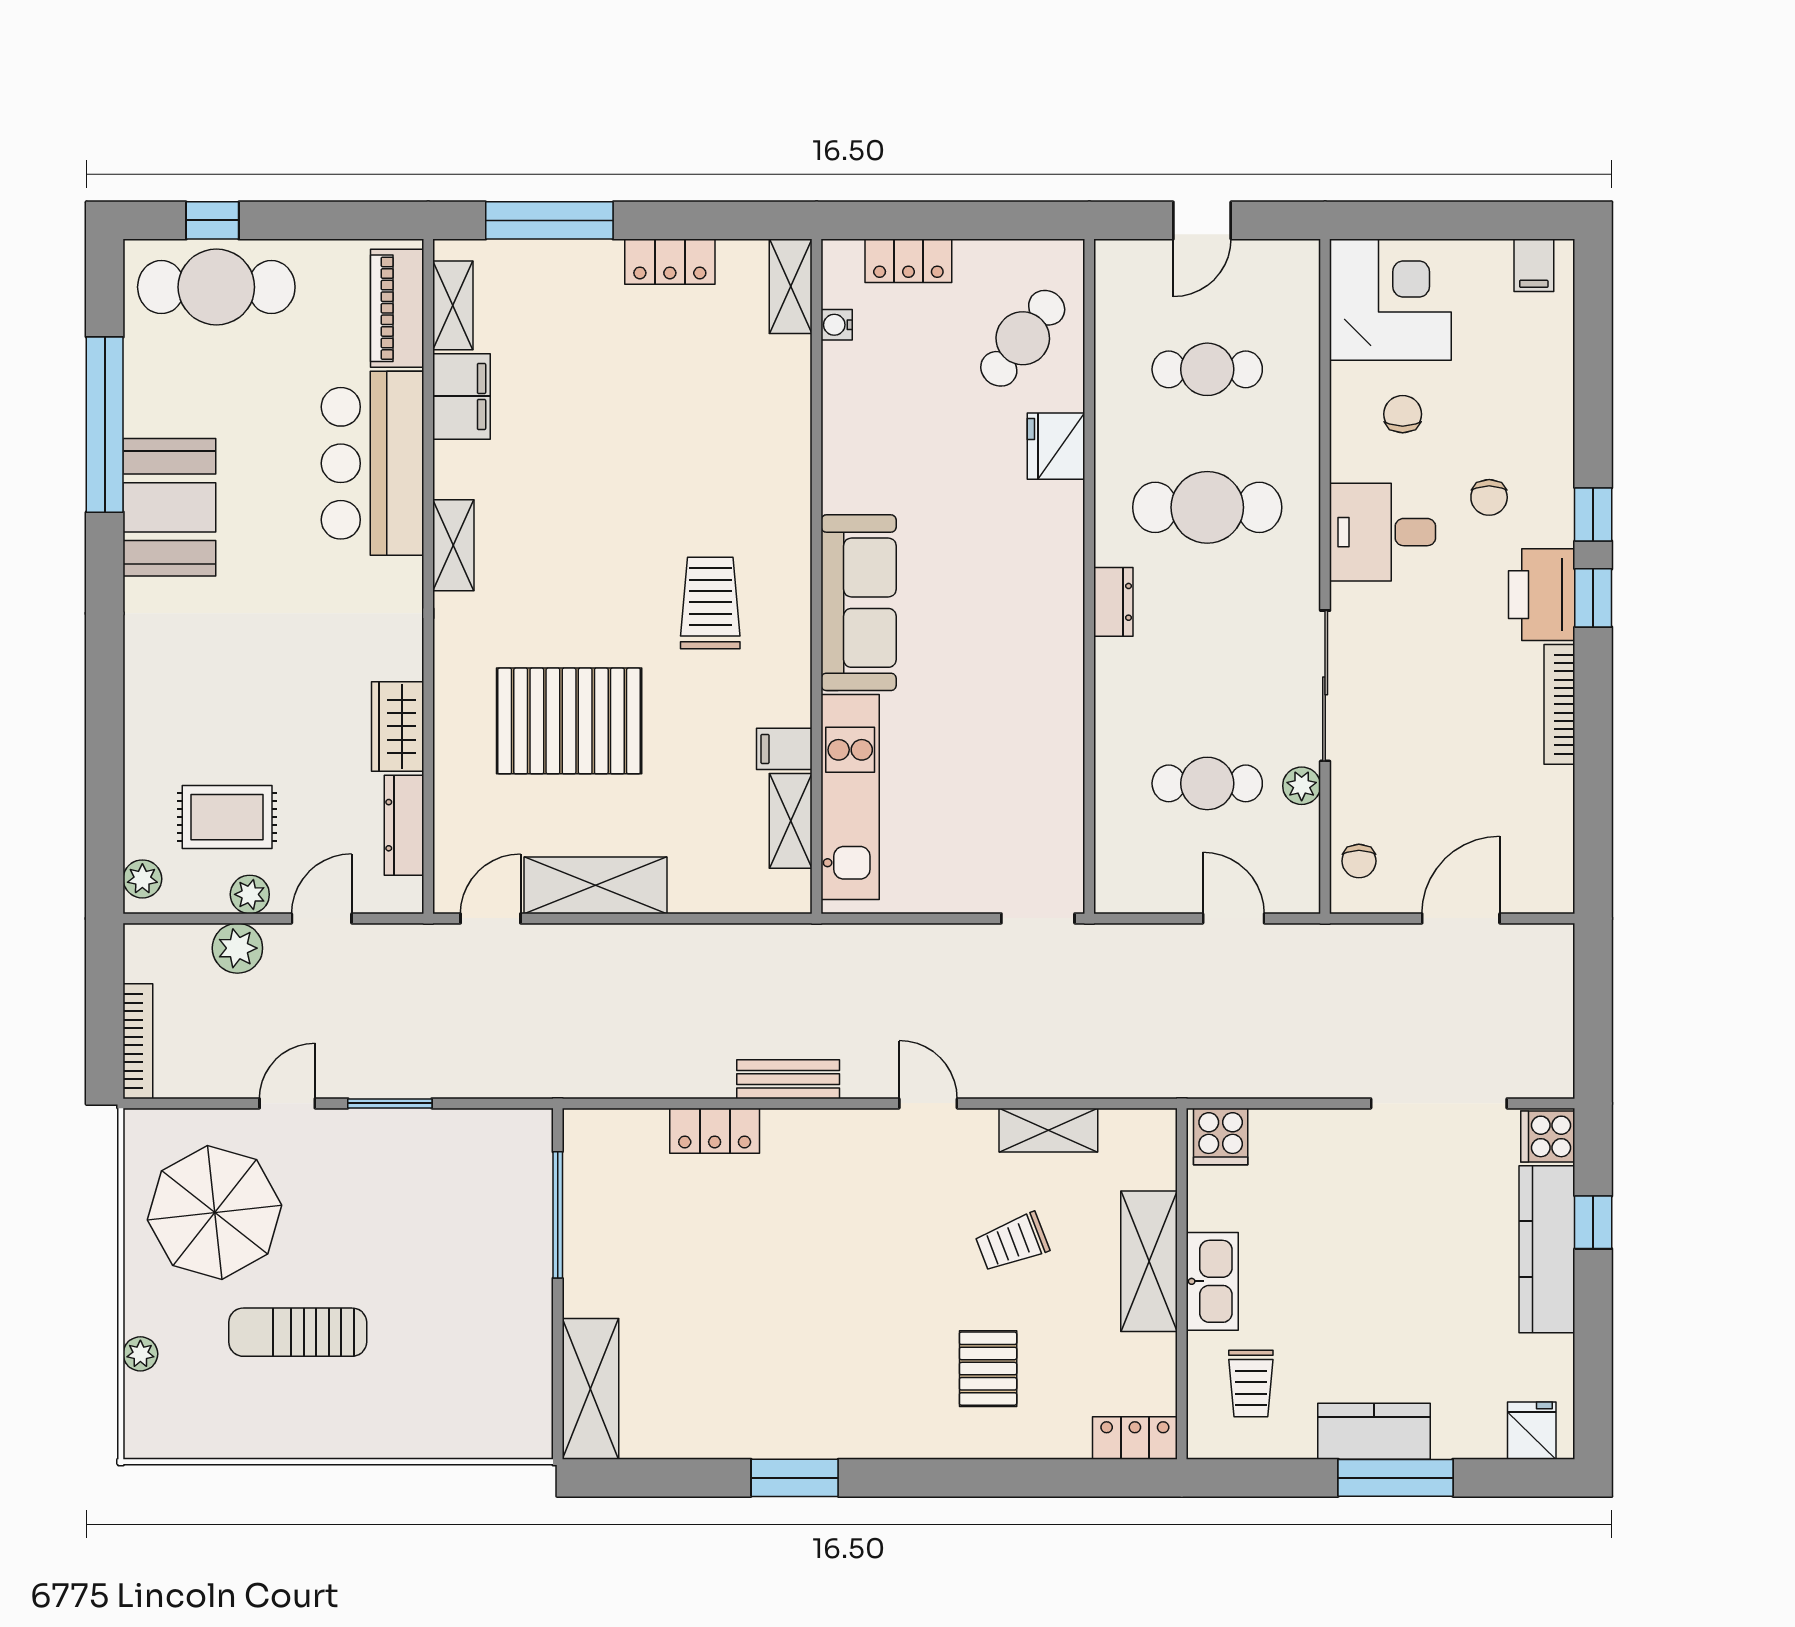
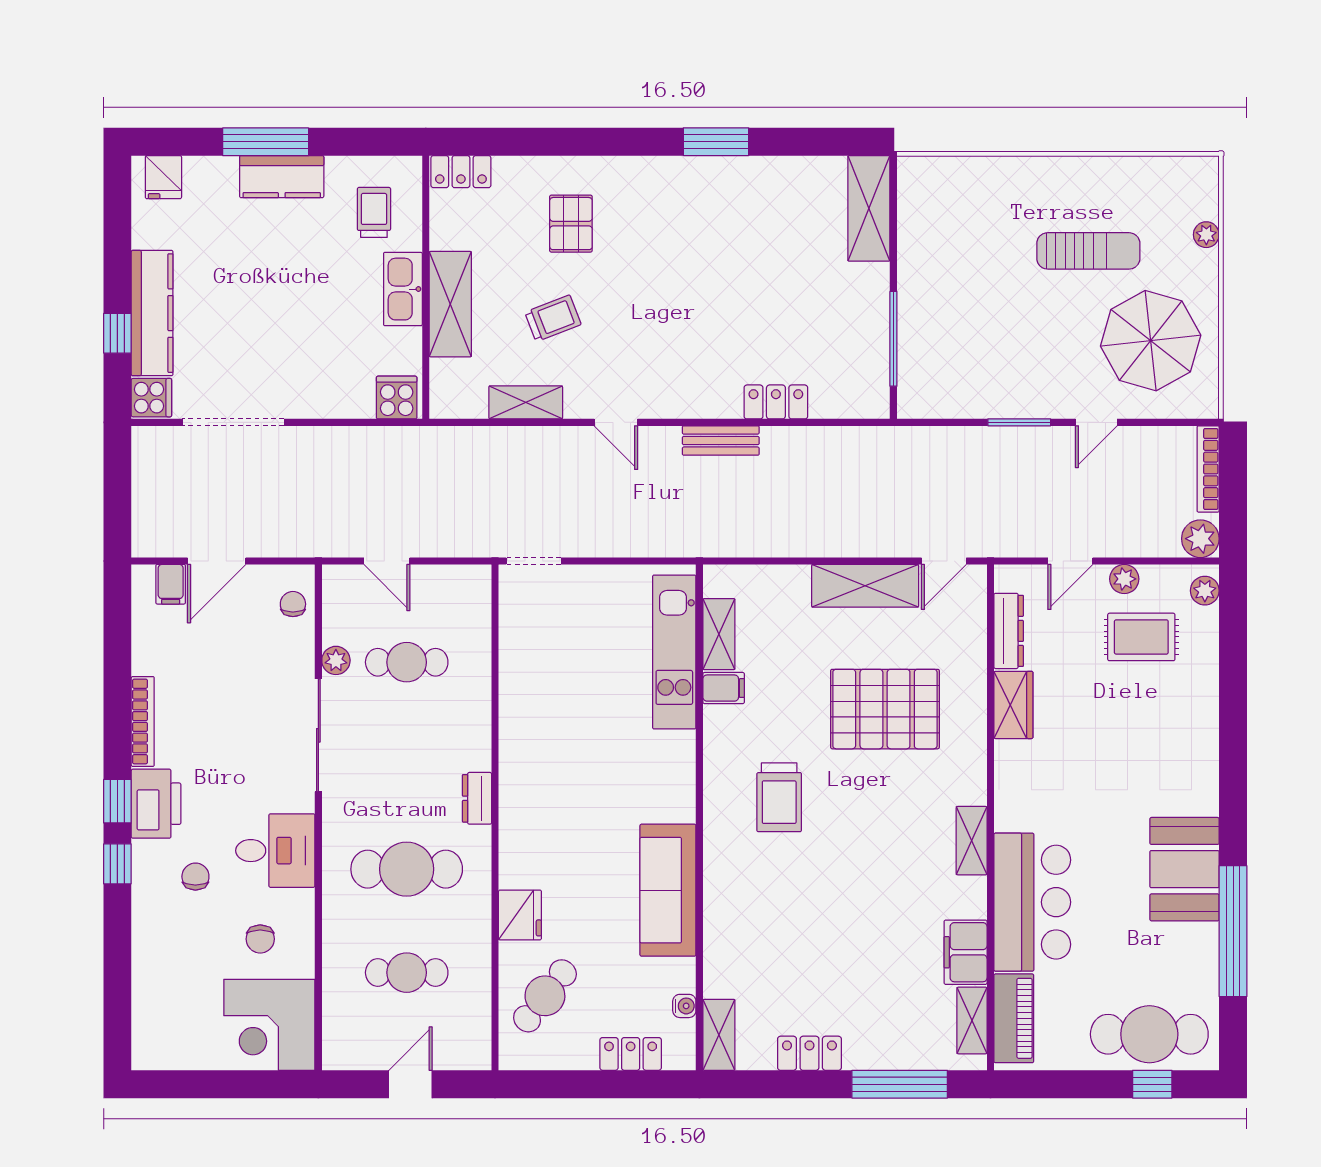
filing cabinet: (1534, 265) -> (171, 584), moved, turned 180
sofa: (859, 603) -> (668, 890), moved
plant: (237, 948) -> (1200, 539), moved

